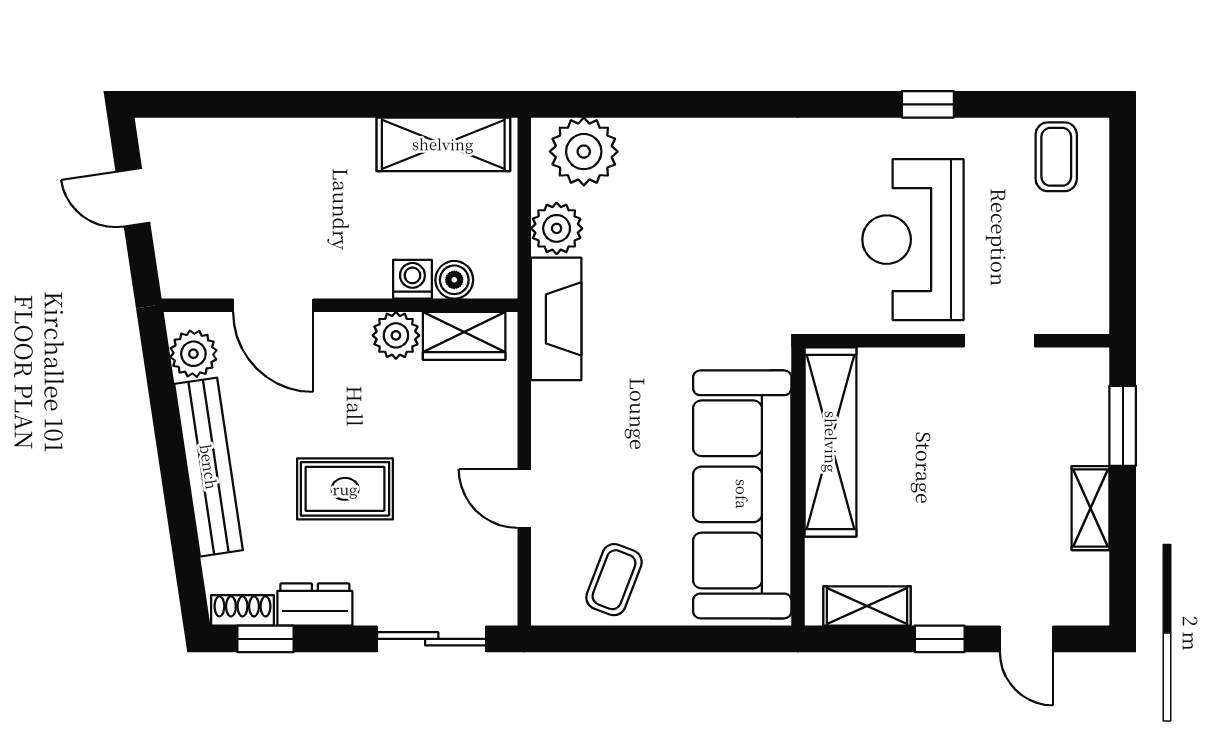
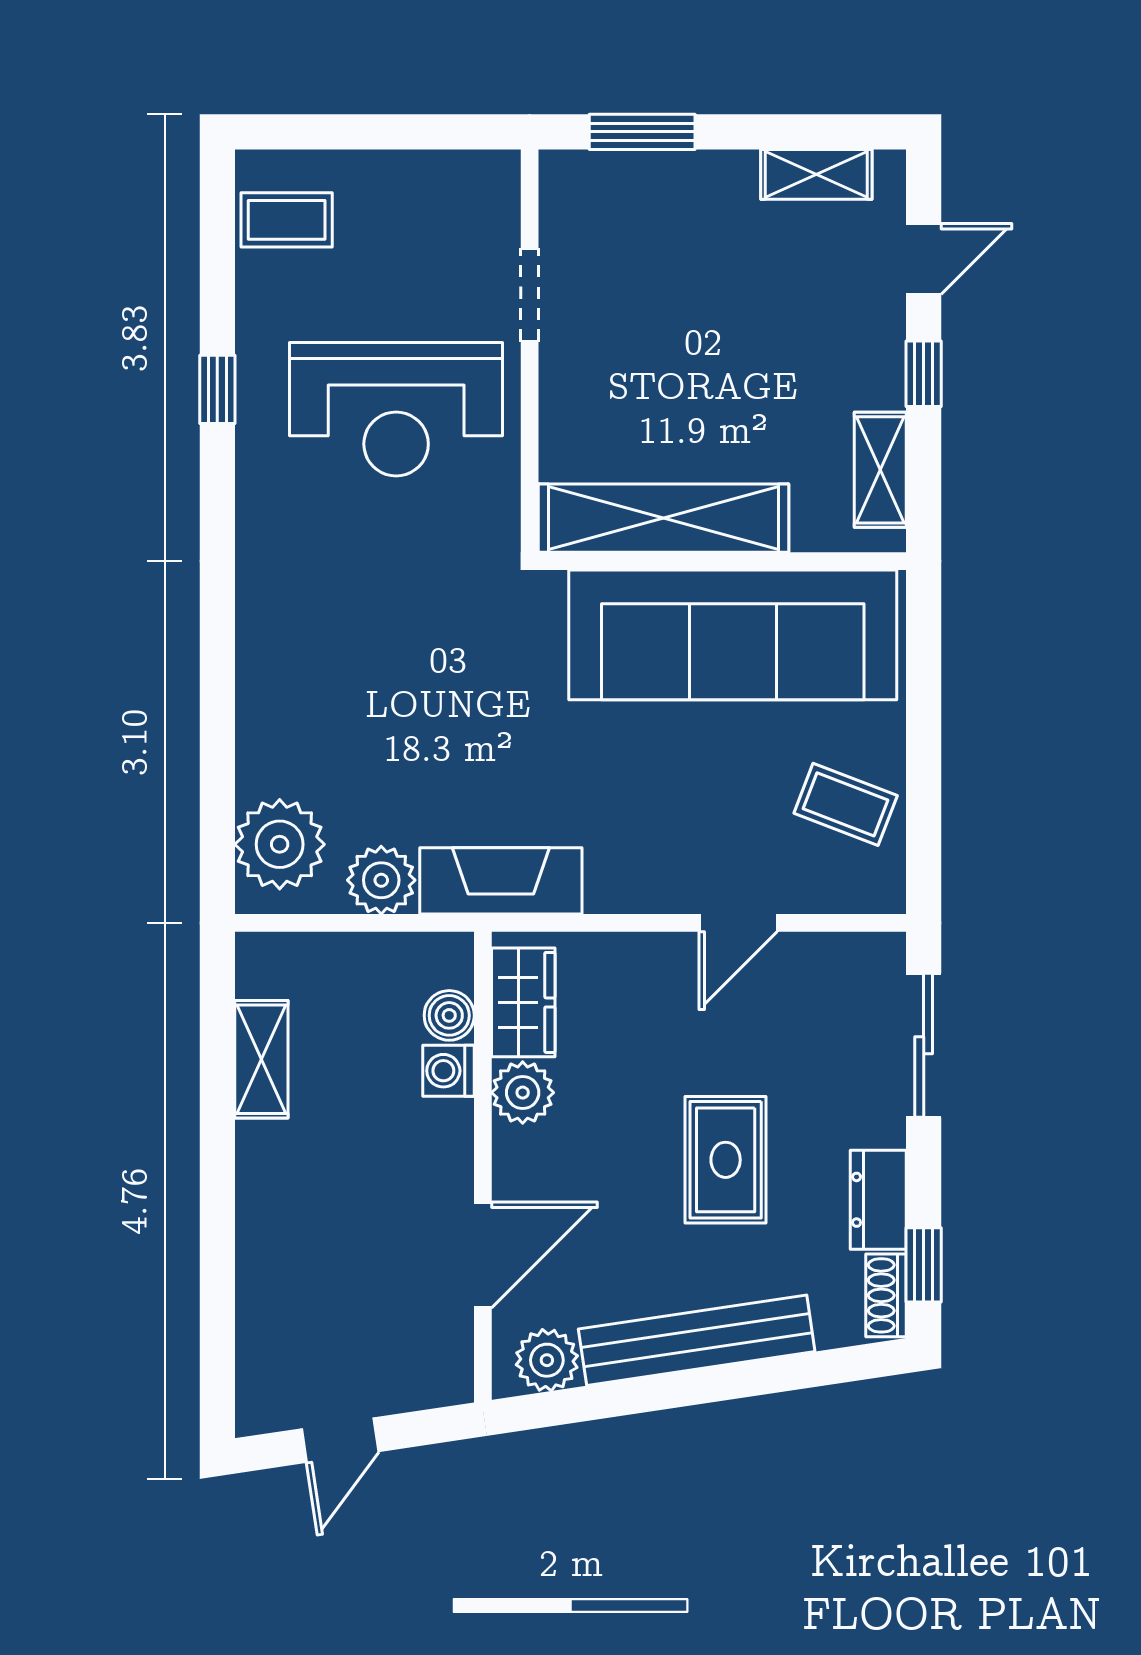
shelving: (443, 144) -> (261, 1059), width x0.67, depth x0.75
shelving: (1091, 508) -> (816, 174), moved

